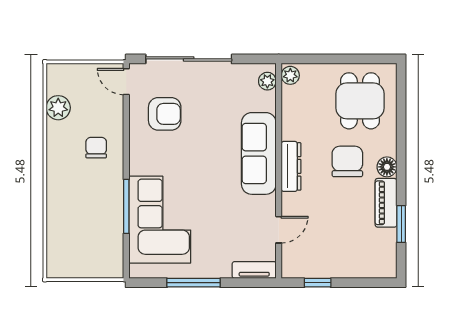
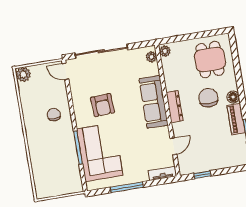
plant: (58, 108) -> (23, 74), moved
armchair: (165, 114) -> (103, 105), moved, turned 87

